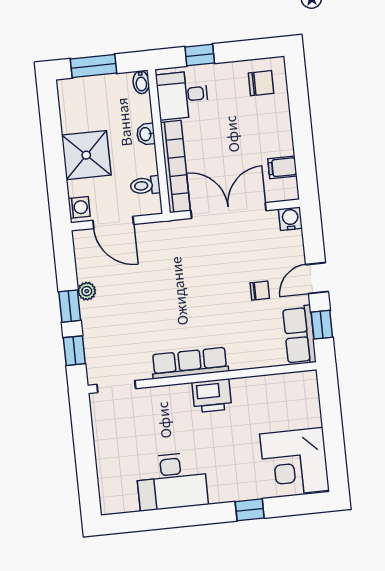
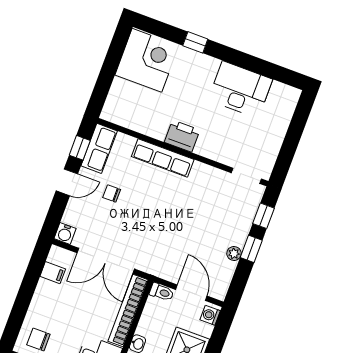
toilet: (145, 185) -> (162, 292), moved
row of seats: (190, 363) -> (163, 158), moved

